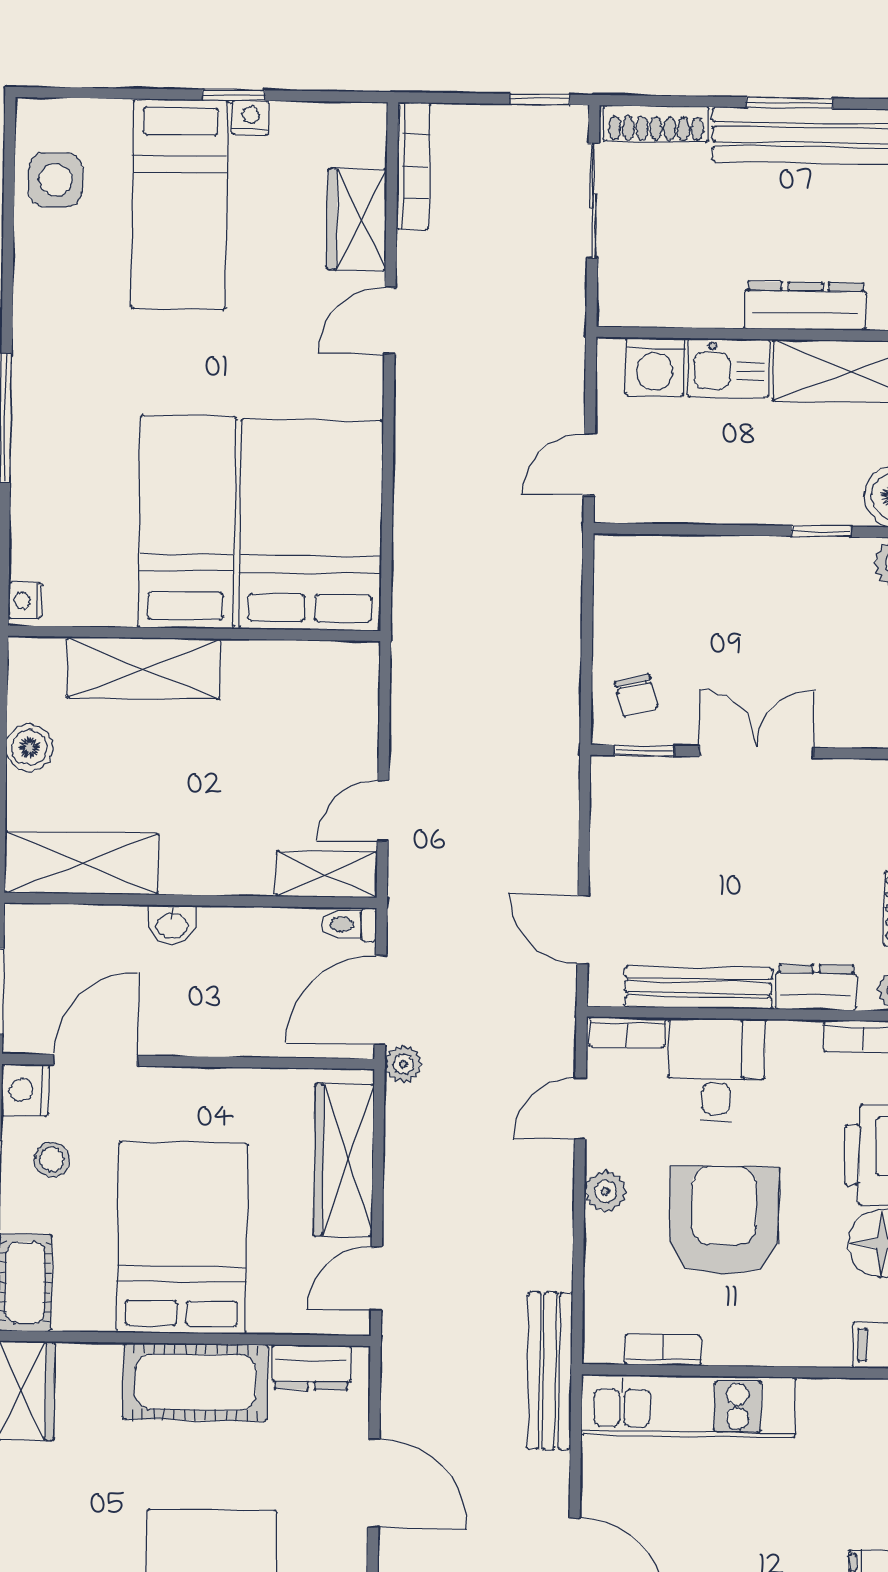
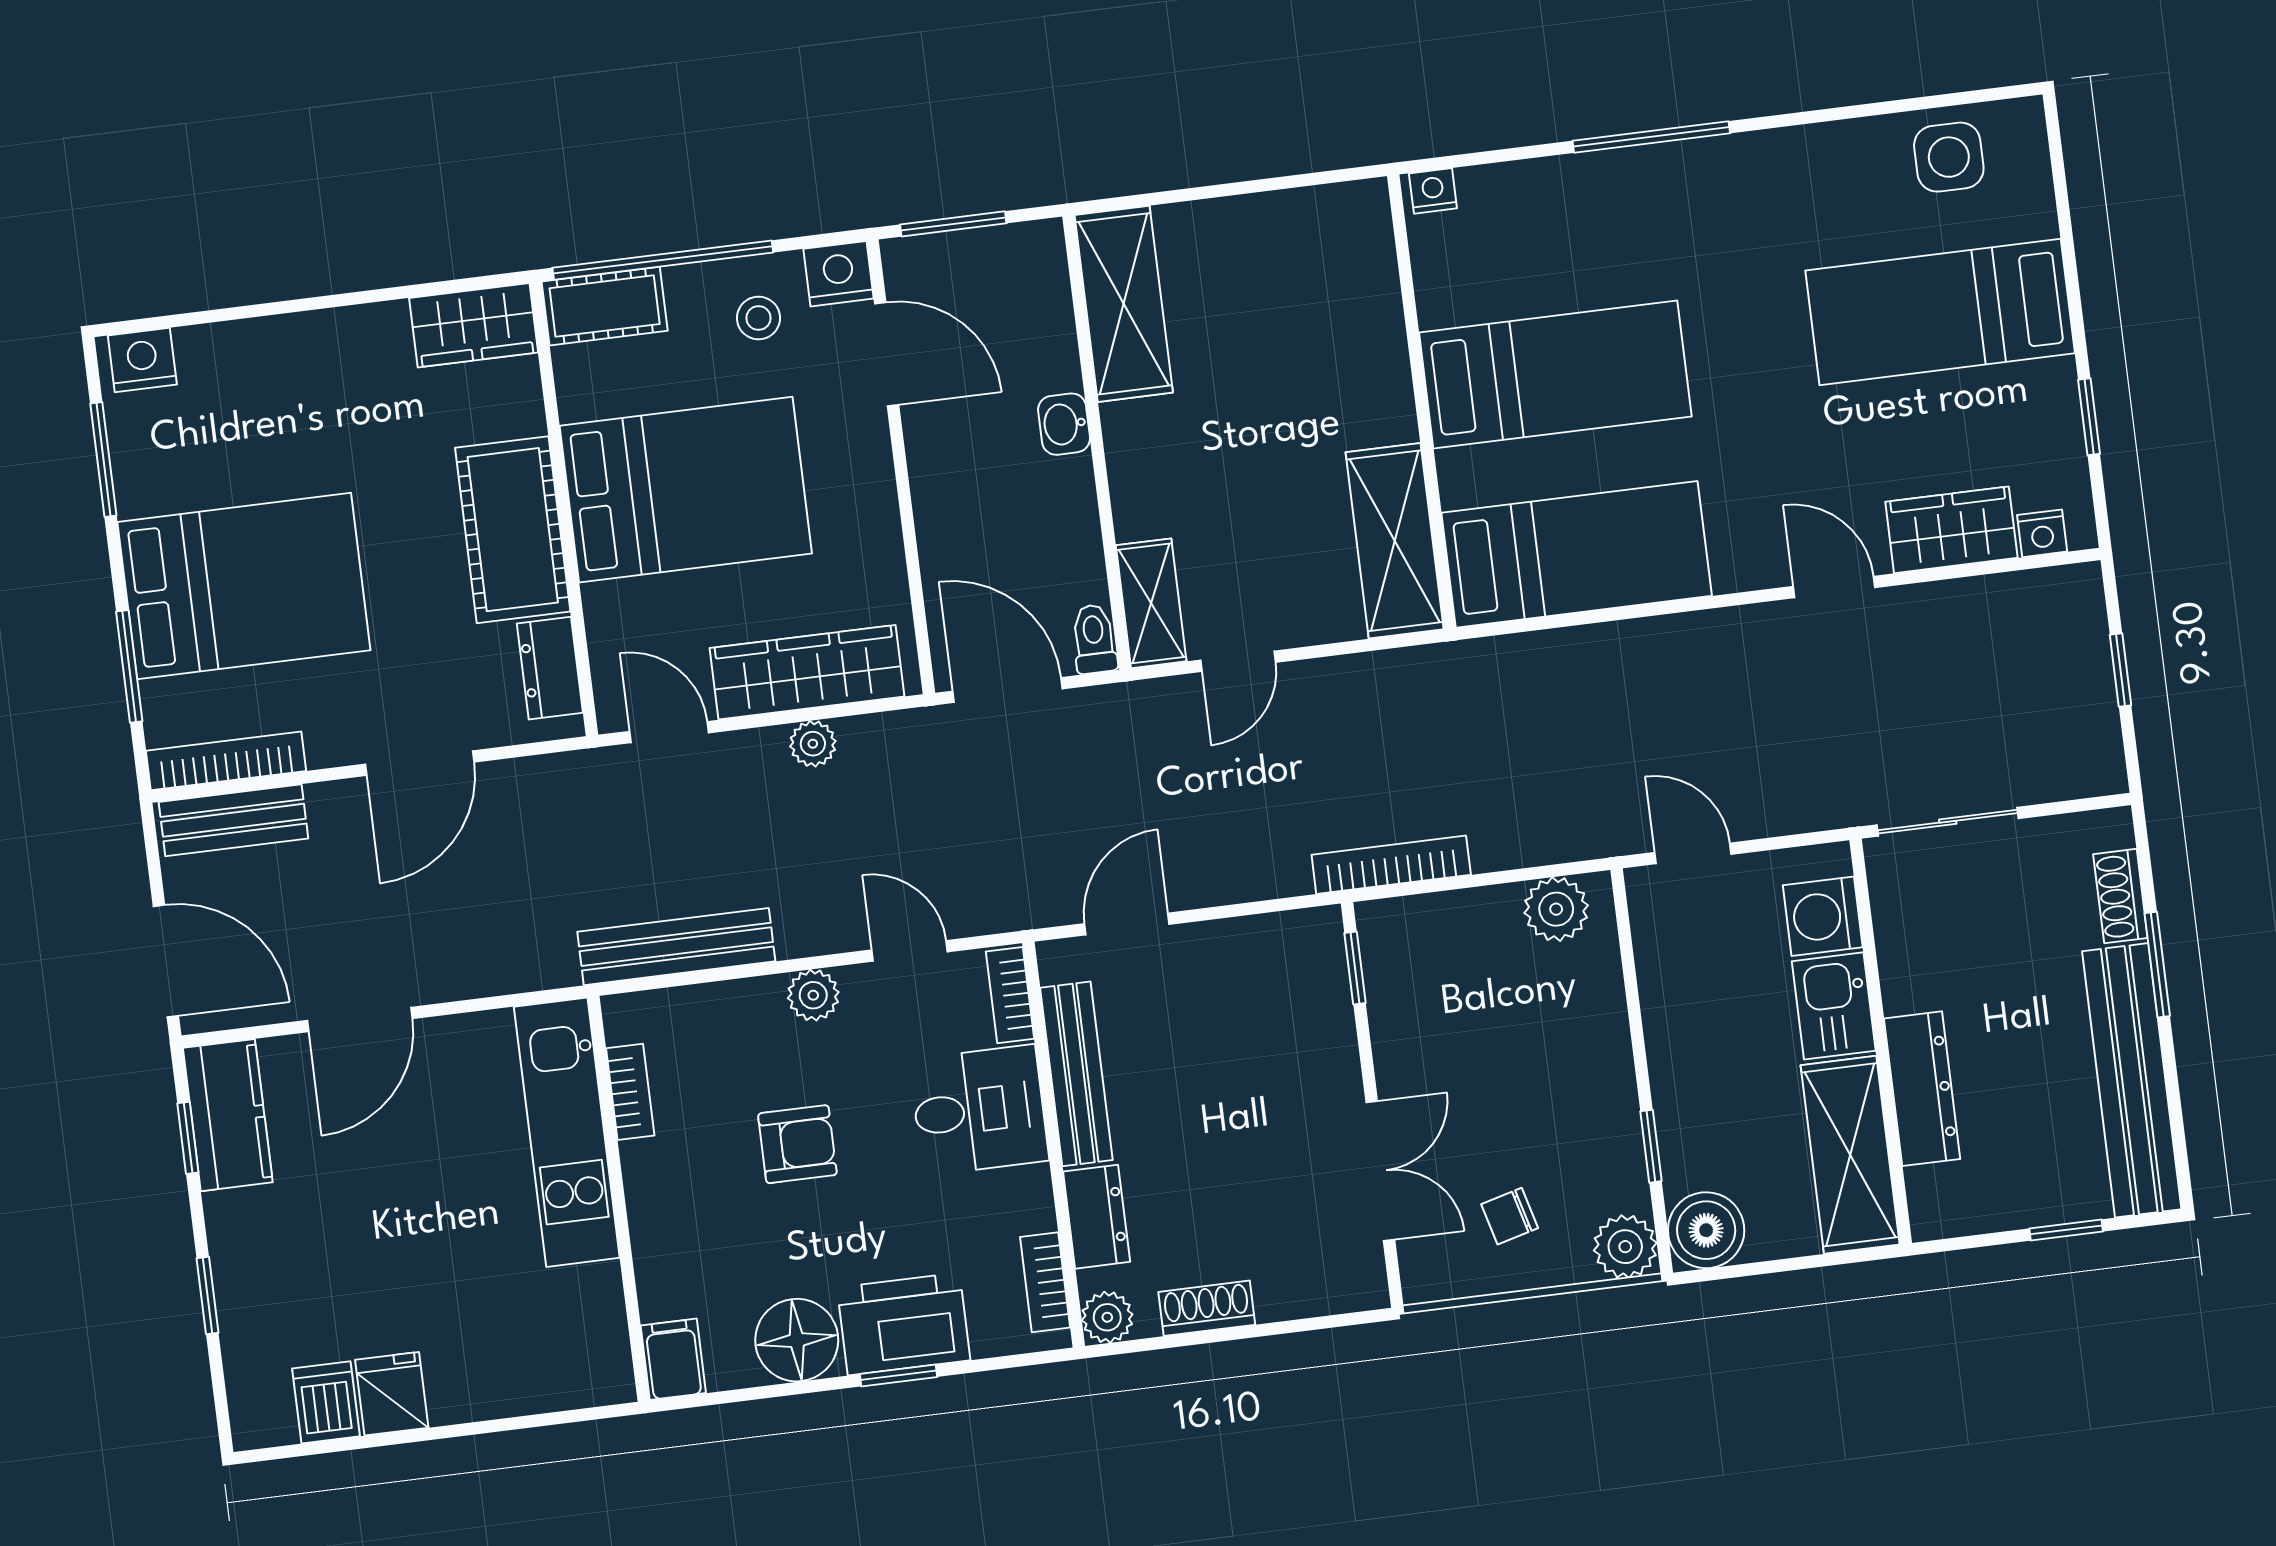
window: (234, 95) -> (2089, 417), moved
window: (540, 99) -> (2121, 670), moved
window: (790, 103) -> (2157, 965), moved
nightstand: (250, 118) -> (2042, 533), moved, turned 90
shoe rack: (656, 124) -> (2120, 896), width x0.70
bookcase: (413, 166) -> (1391, 865), moved, turned 180
sliding door: (593, 200) -> (1948, 822), moved
bed: (311, 525) -> (1577, 554), width x0.67
plant: (619, 581) -> (1556, 909), added
shelving: (143, 668) -> (1395, 541), moved
chair: (636, 695) -> (1510, 1216), moved
boiler: (29, 748) -> (1255, 221), removed
double door: (756, 752) -> (1380, 1171), moved
door: (383, 811) -> (1238, 661), swing flipped
plant: (403, 1064) -> (813, 744), moved
armchair: (724, 1221) -> (797, 1144), width x0.53, depth x0.53
bench: (550, 1371) -> (676, 947), moved

